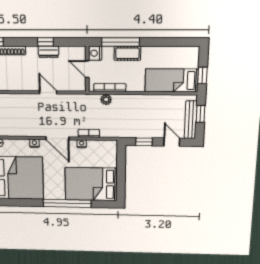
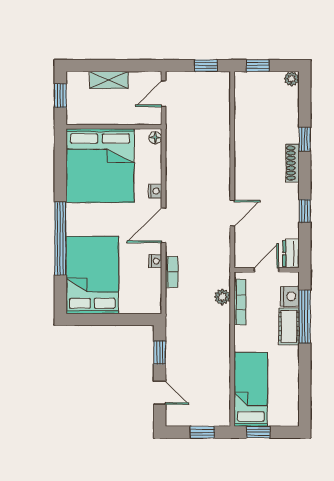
dresser: (48, 52) -> (291, 254), moved
nightstand: (95, 53) -> (290, 296), moved, turned 90
bench: (191, 120) -> (194, 419), removed
door: (172, 142) -> (160, 393), hinge flipped

